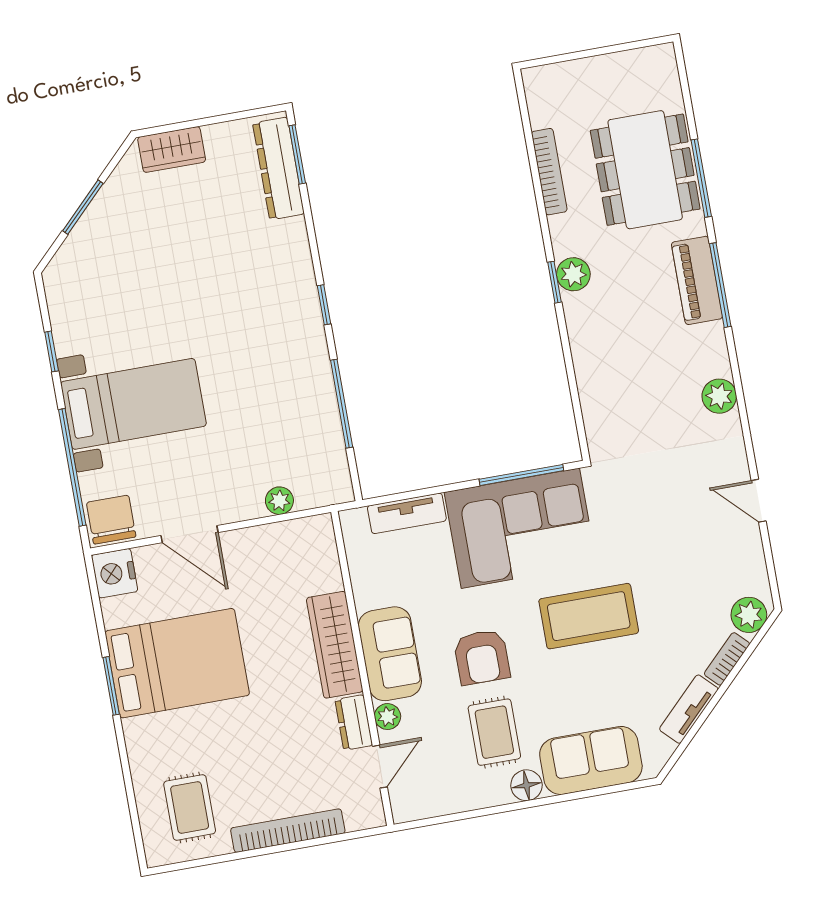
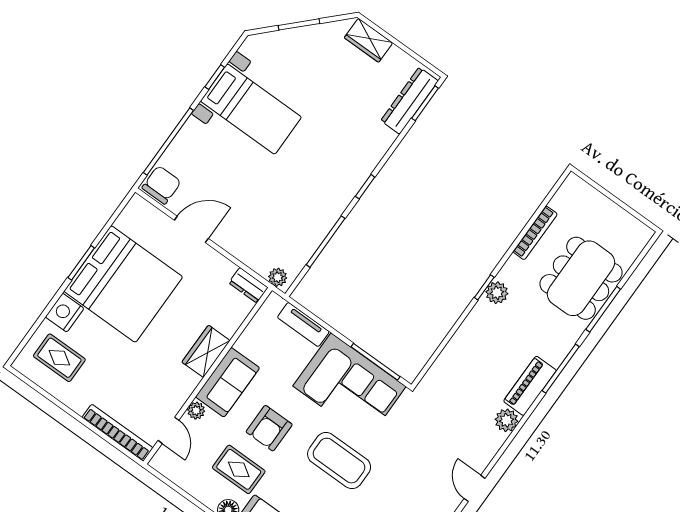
piano: (697, 280) -> (530, 386), moved
bed with nightstands: (133, 404) -> (251, 109), moved
plant: (279, 501) -> (278, 277), moved
door: (190, 534) -> (191, 229), swing flipped
nightstand: (115, 573) -> (65, 313), moved
wardrobe: (335, 645) -> (206, 351), width x0.67
bed: (177, 663) -> (123, 284), width x1.36
dresser: (354, 723) -> (248, 285), moved, turned -90
rug: (494, 732) -> (239, 469), turned 90
door: (380, 767) -> (168, 430), hinge flipped
rug: (190, 807) -> (59, 358), turned 90
bookcase: (288, 831) -> (118, 433), moved

